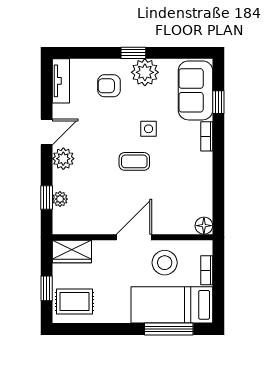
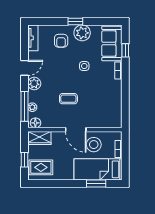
armchair: (109, 86) -> (61, 41), turned -90
coffee table: (134, 161) -> (68, 99), moved
window: (47, 198) -> (24, 106), width x2.17
floor lamp: (204, 226) -> (35, 123), moved
door: (134, 237) -> (76, 130), swing flipped
window: (169, 329) -> (96, 183), width x0.69

